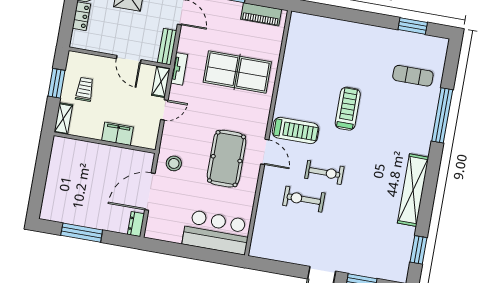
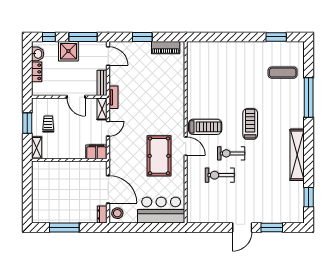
table tennis table: (237, 72) -> (156, 92), removed
treadmill: (348, 109) -> (250, 124), moved
filing cabinet: (118, 134) -> (96, 152), moved
stool: (174, 163) -> (117, 213), moved
exercise bike: (324, 172) -> (231, 153), turned 180
door: (150, 192) -> (108, 189), swing flipped

